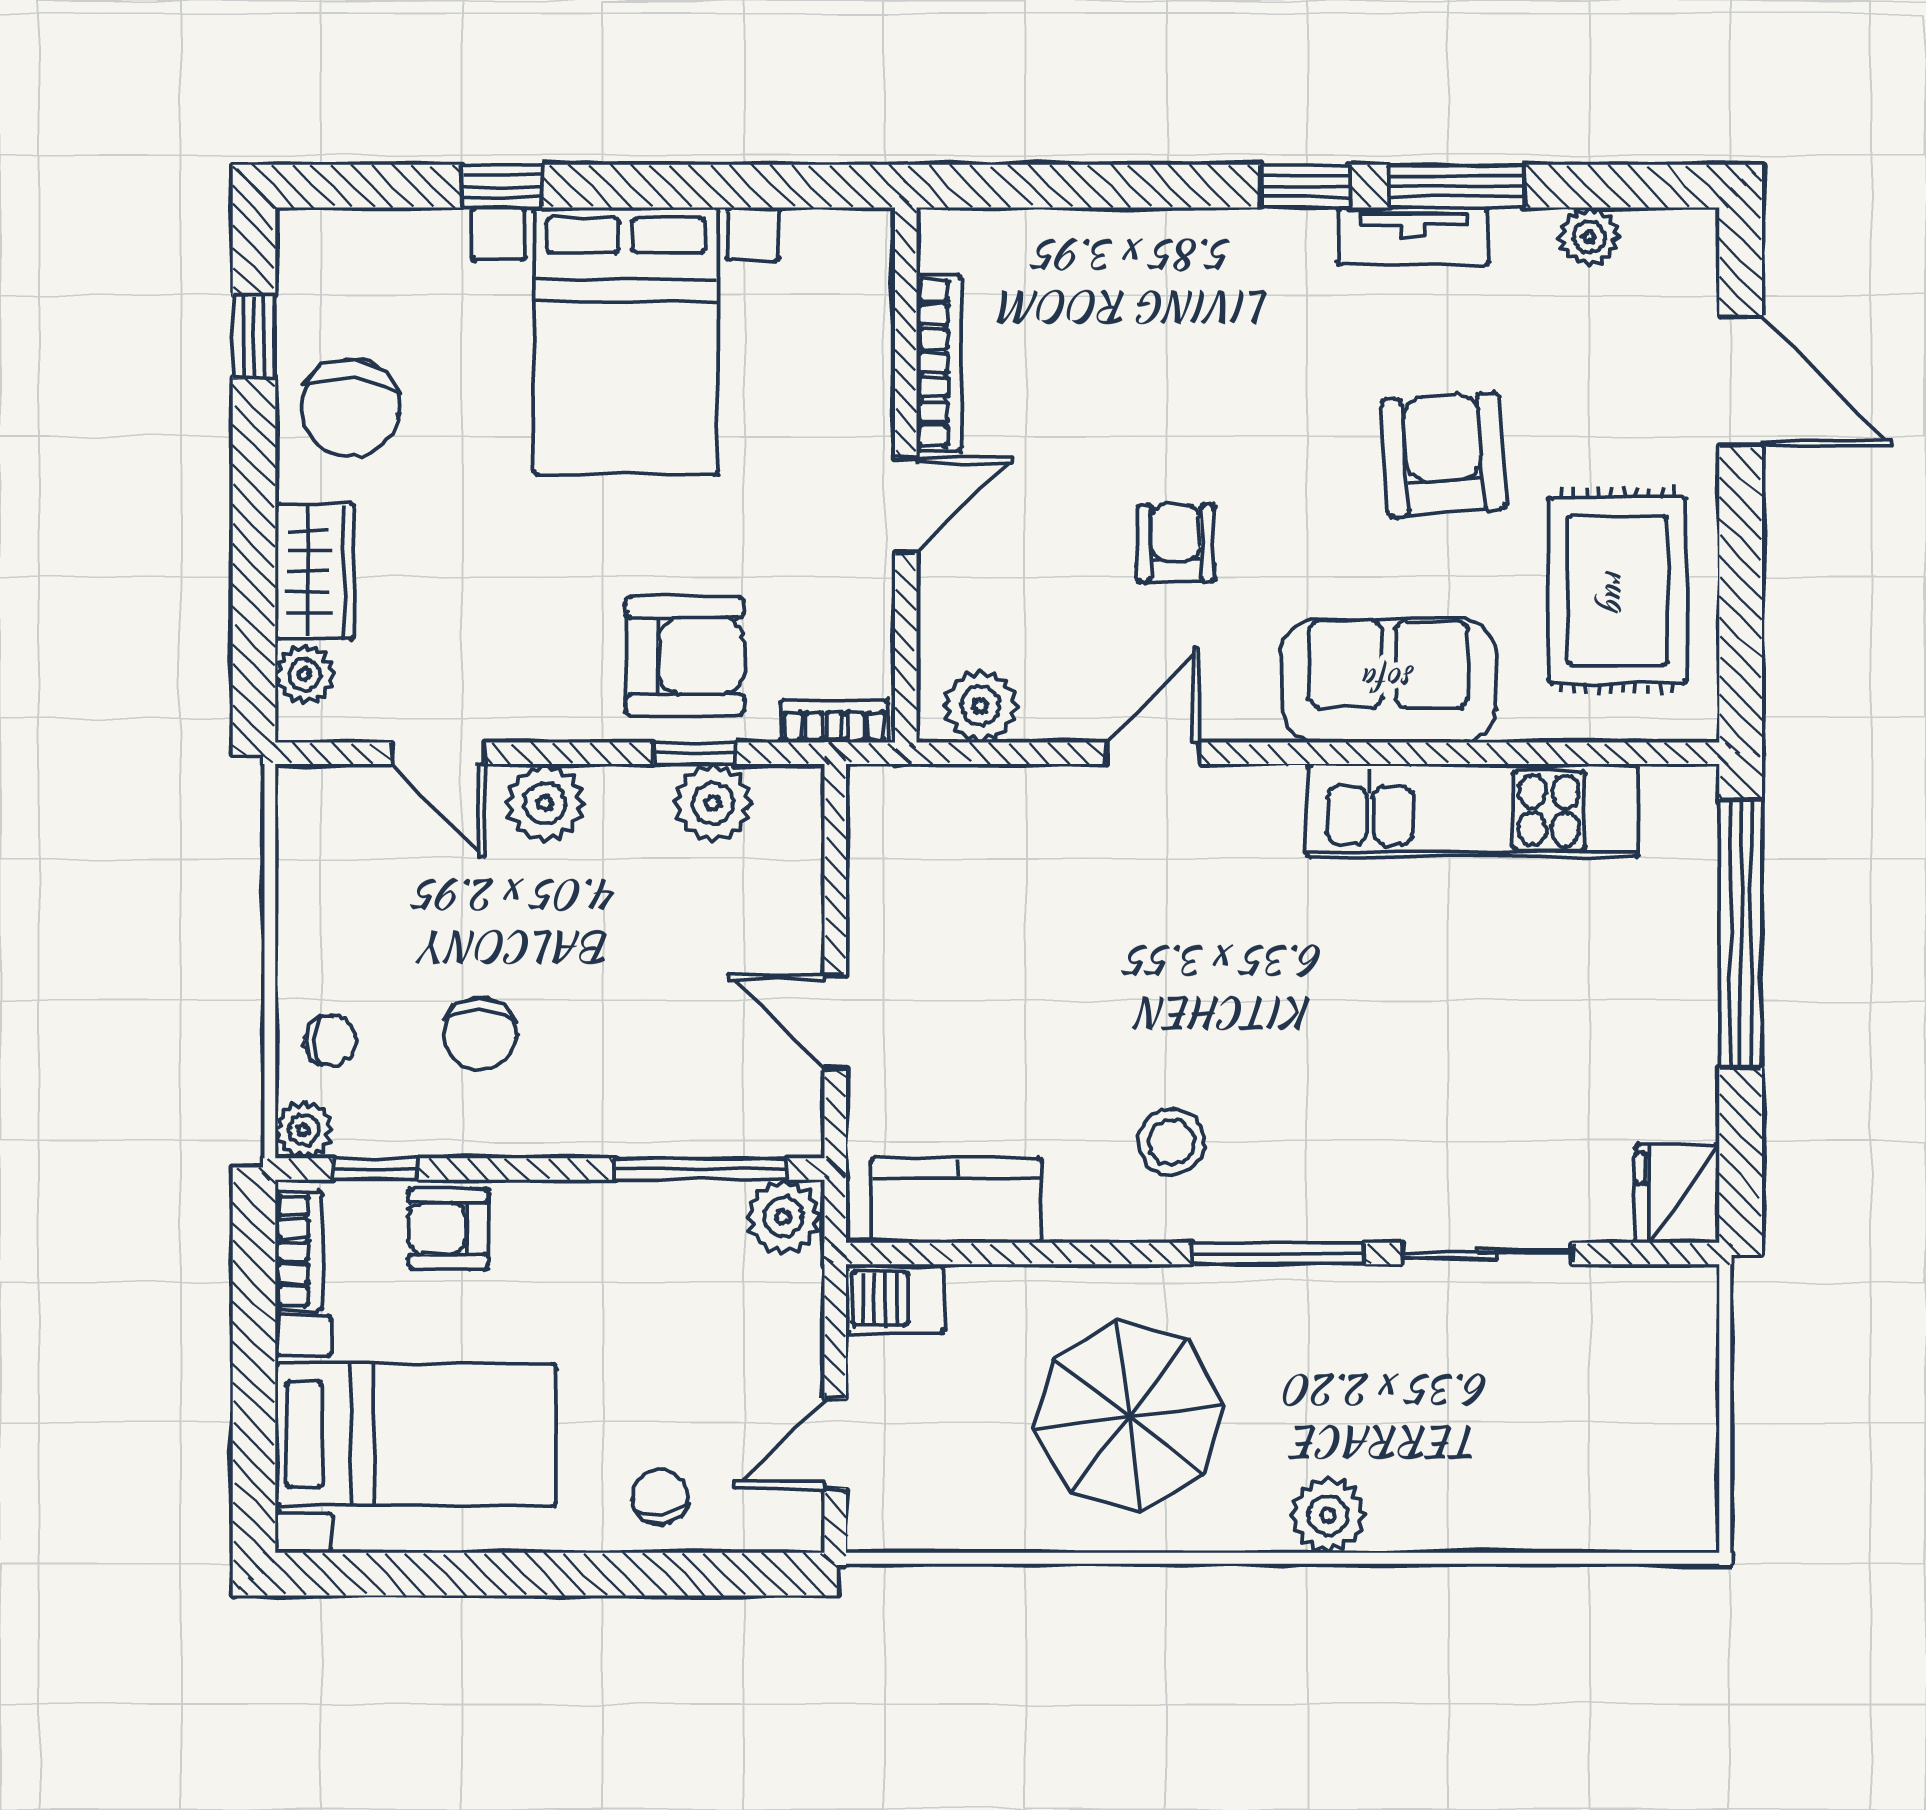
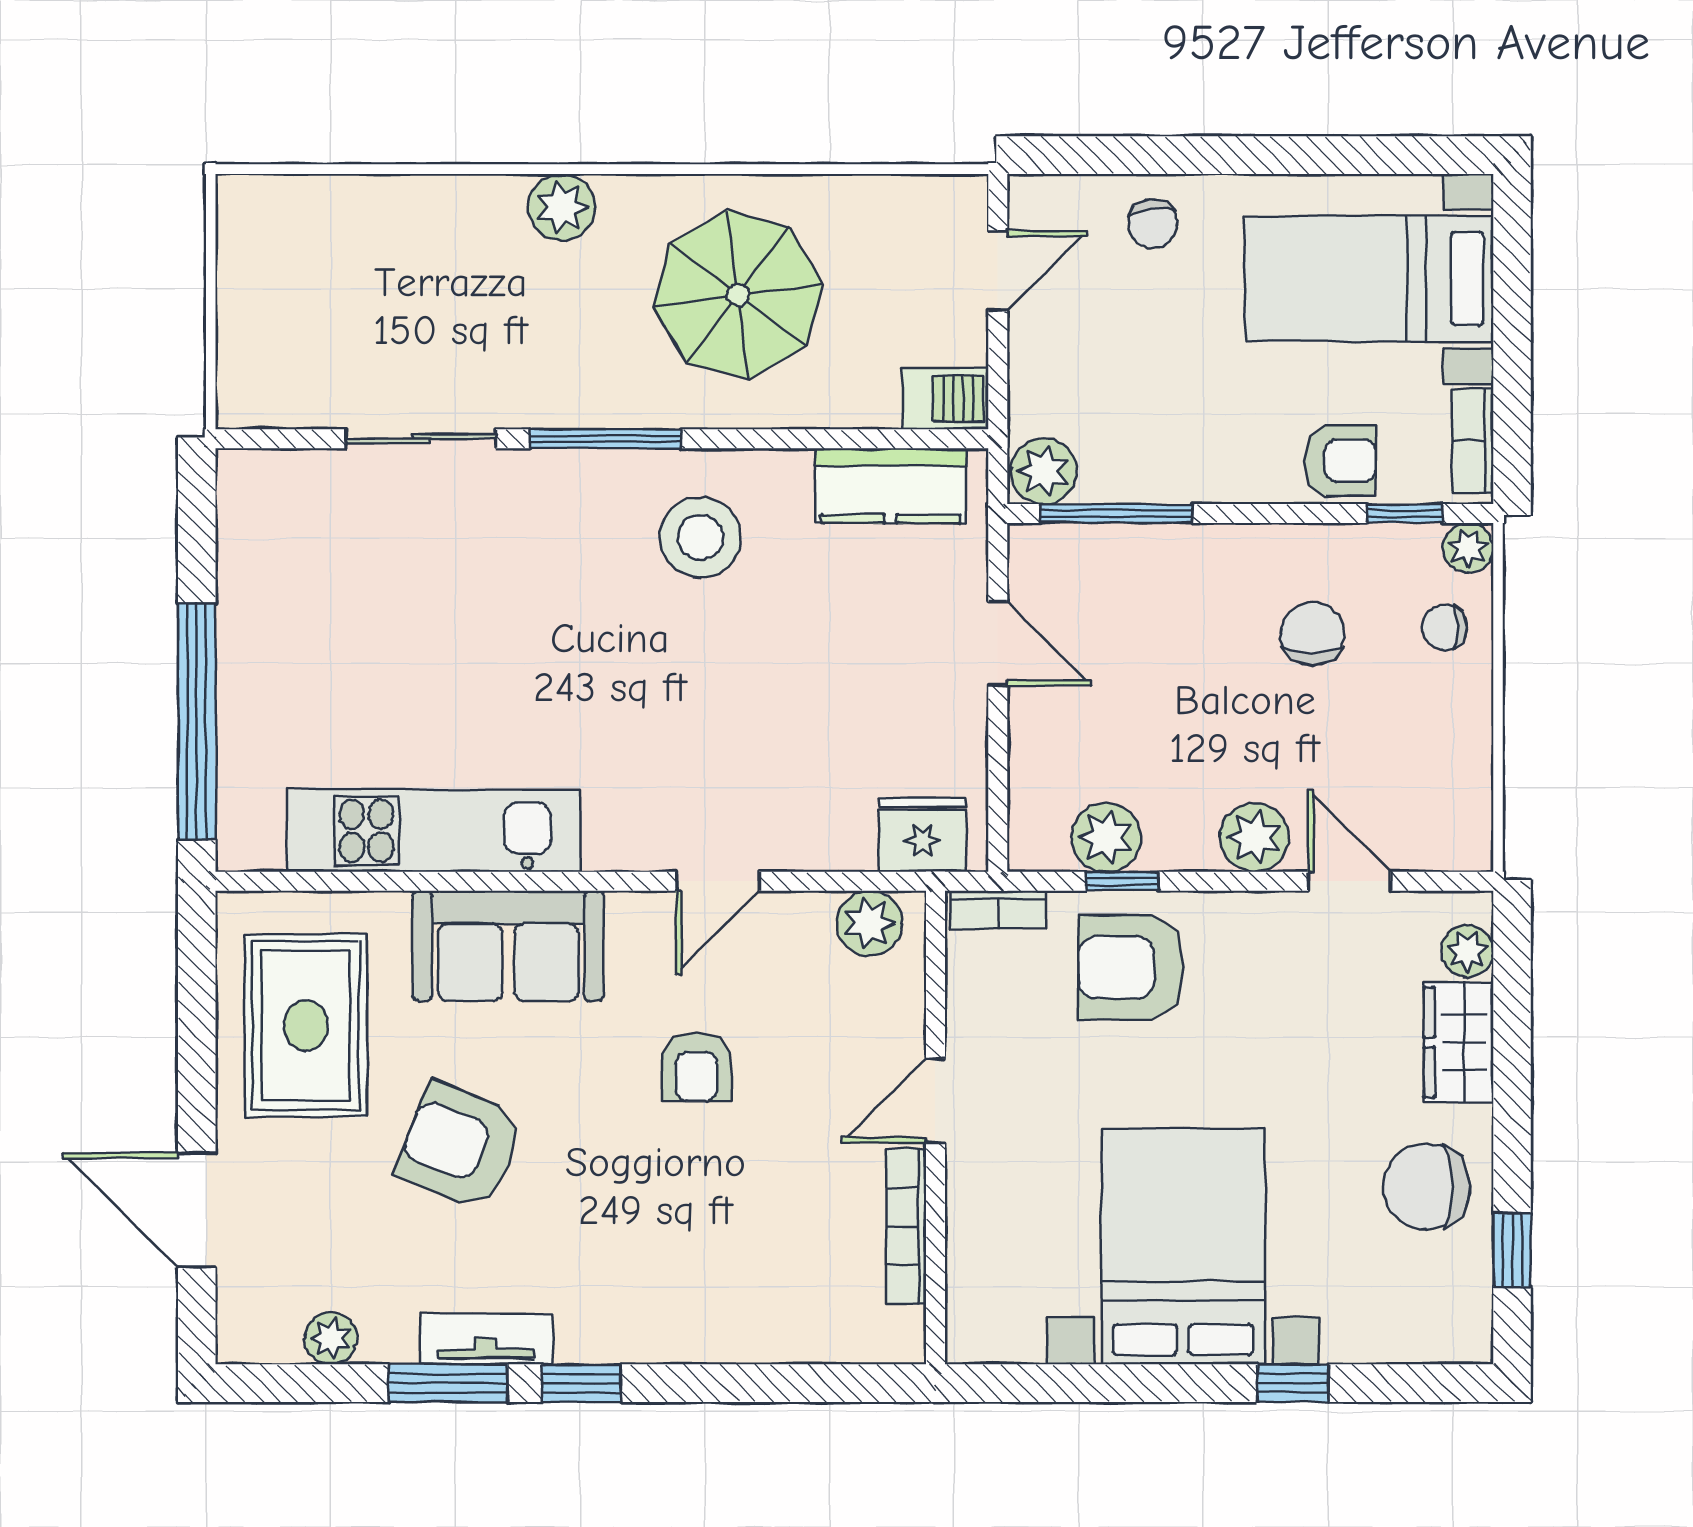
chair: (351, 408) -> (1426, 1187), turned -95
armchair: (1443, 454) -> (460, 1146), turned 116
stool: (1171, 1142) -> (700, 537), width x1.38, depth x1.38
fridge: (1677, 1194) -> (922, 835), moved, turned -90

